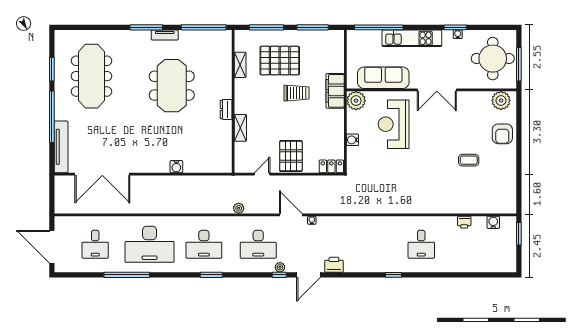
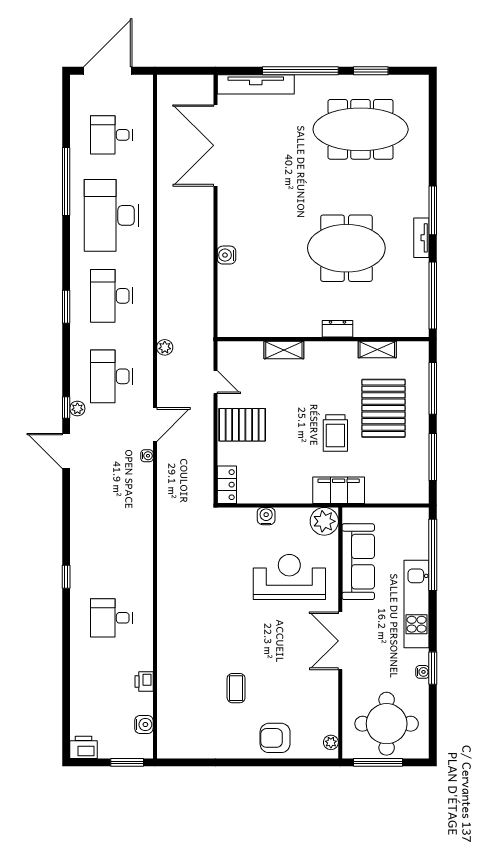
plant: (501, 100) -> (331, 742), width x0.53, depth x0.53
dresser: (226, 109) -> (337, 329), moved
printer: (334, 265) -> (83, 747), moved, turned -90

